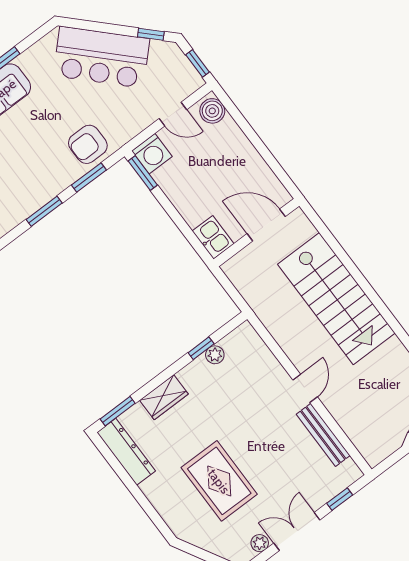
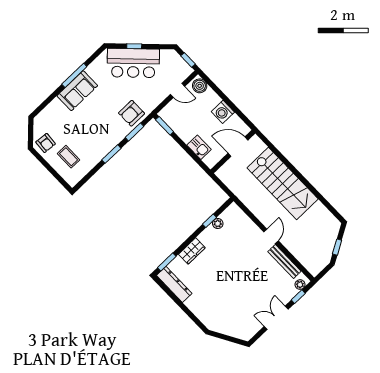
window: (151, 34) -> (134, 46), moved
washing machine: (152, 154) -> (223, 112), moved, turned 90
kitchen sink: (213, 237) -> (199, 147), moved
rug: (219, 481) -> (229, 295), removed
plant: (260, 543) -> (300, 285), moved

